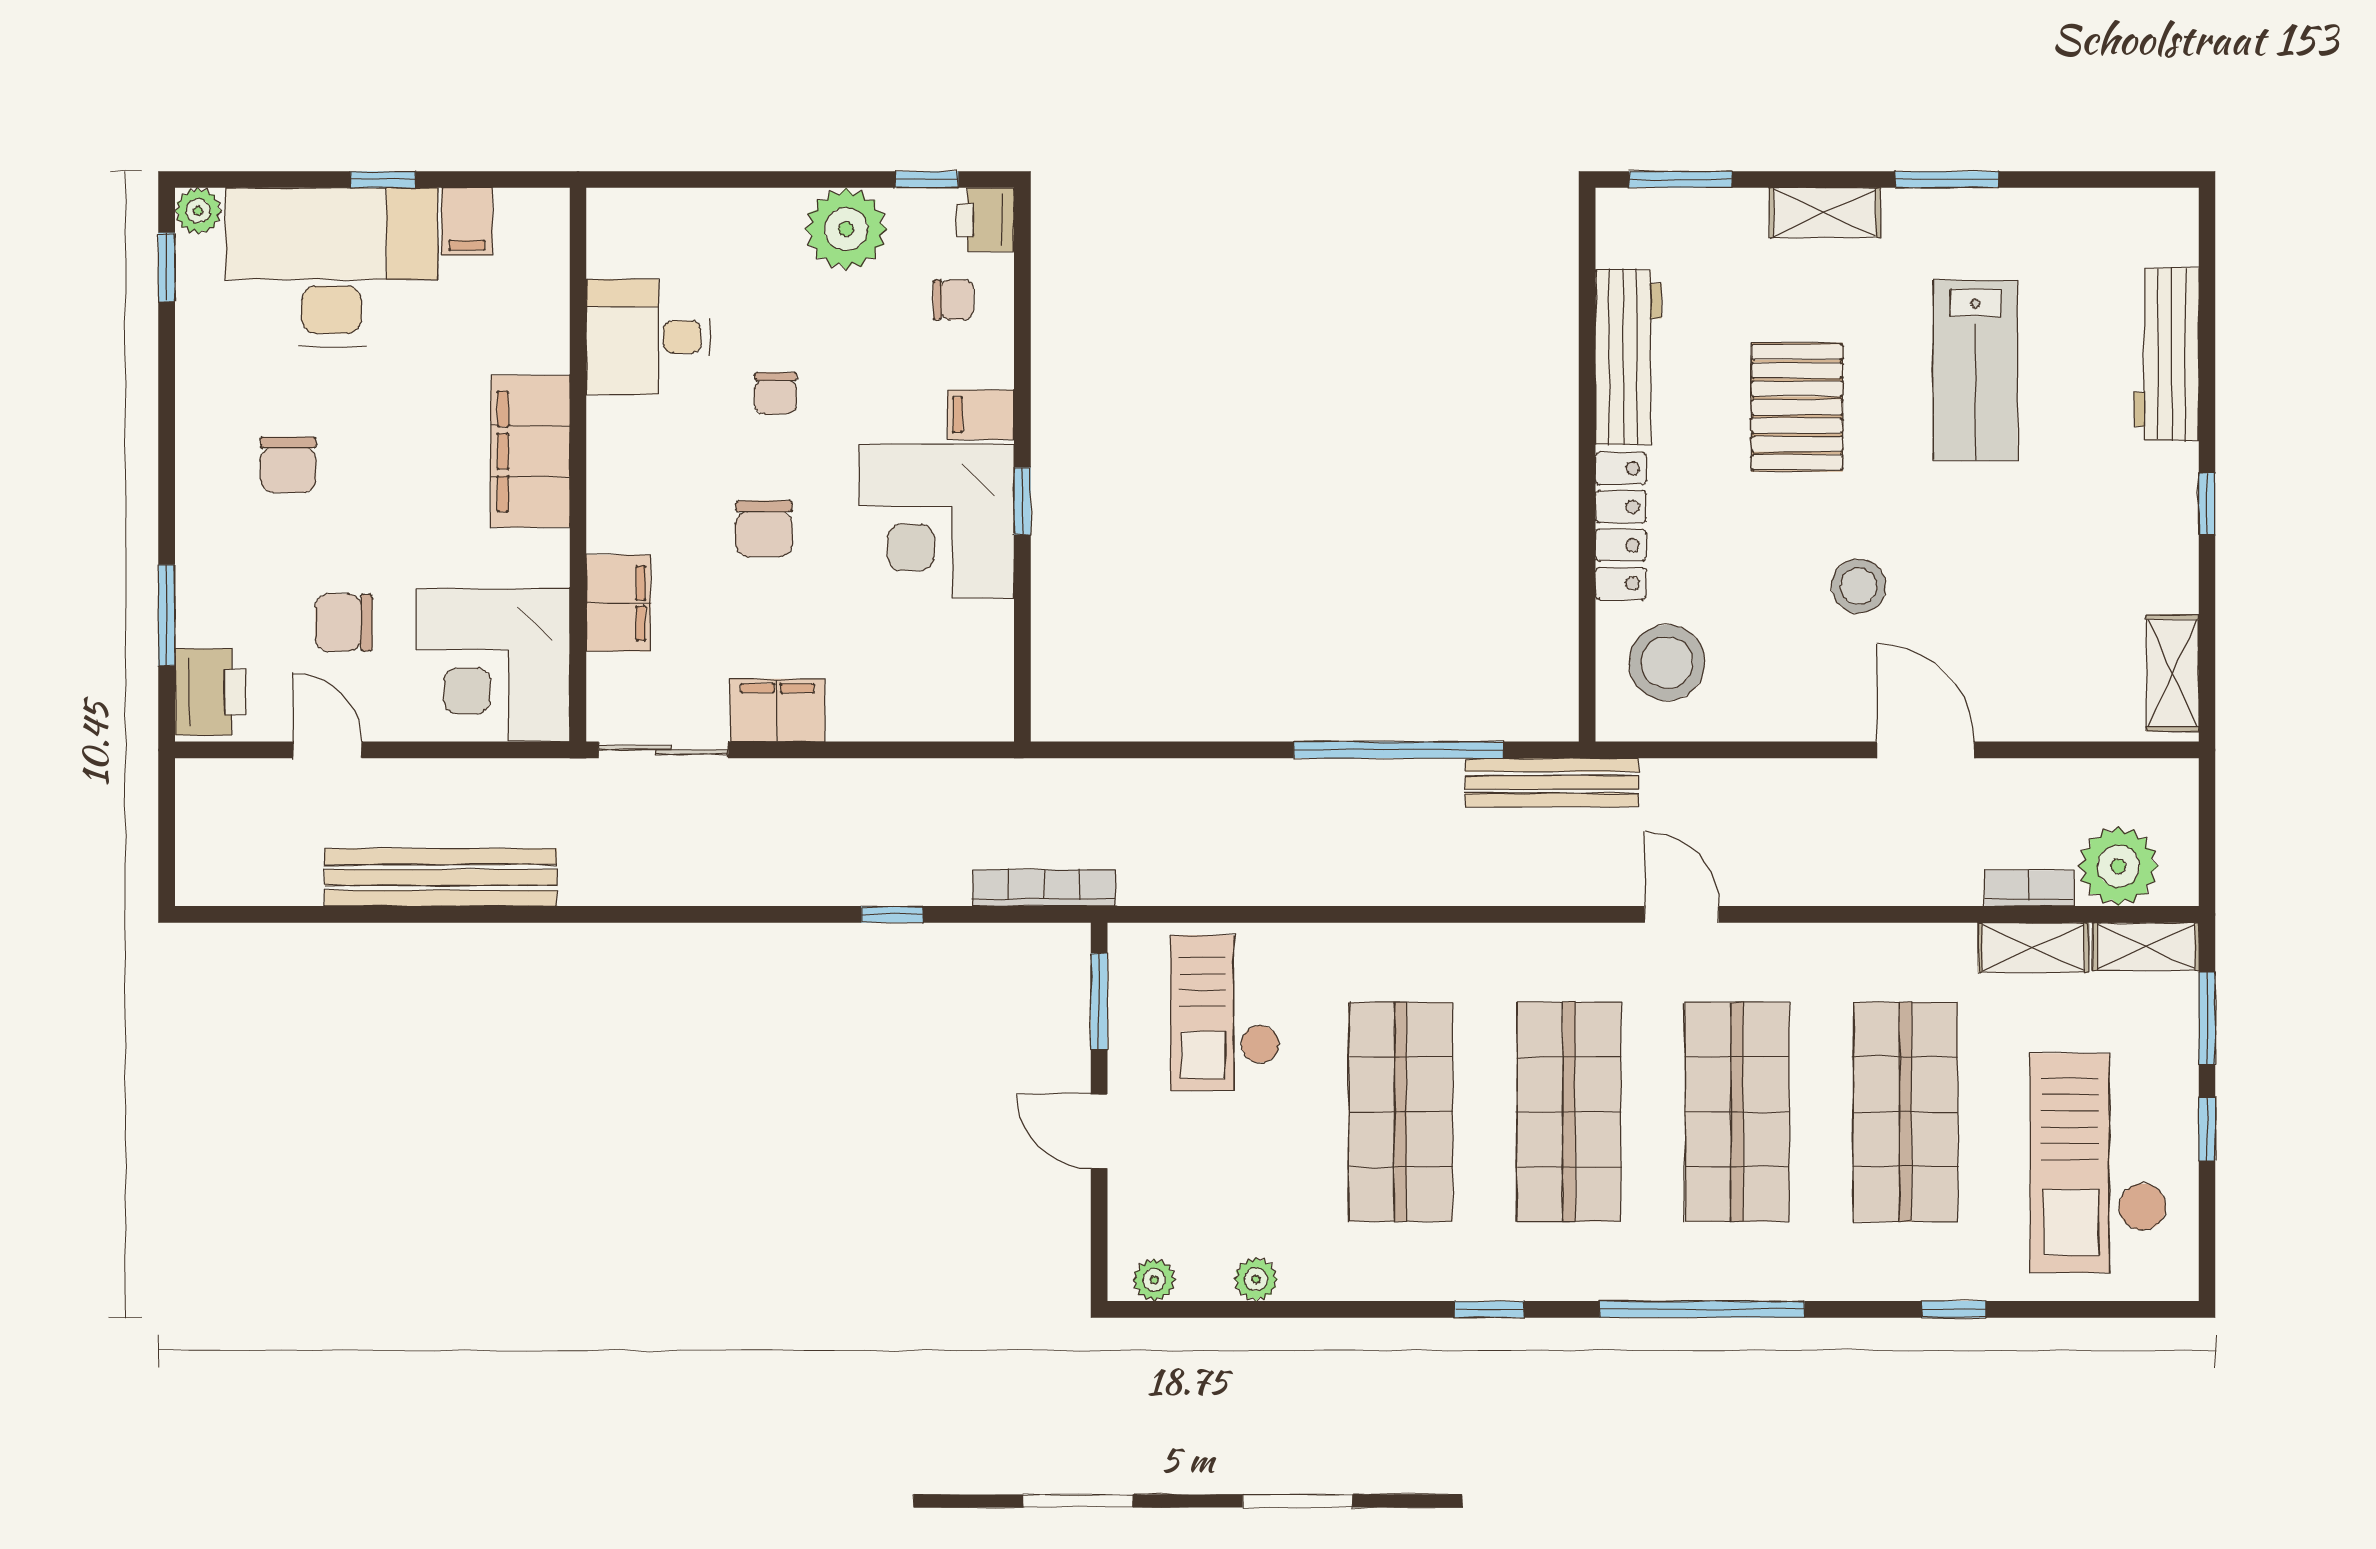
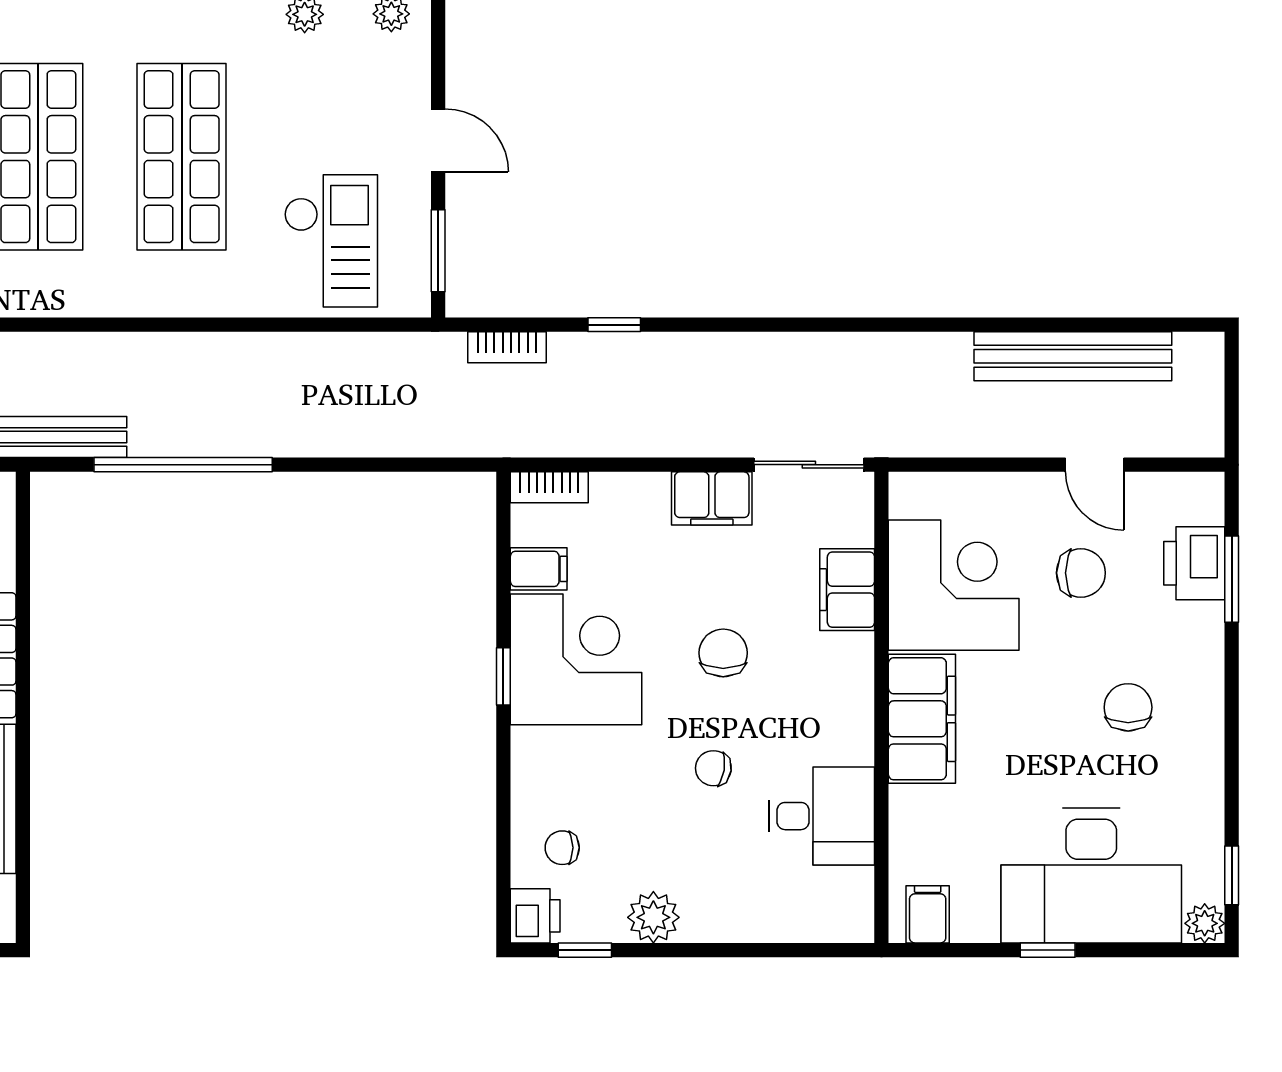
filing cabinet: (467, 221) -> (928, 914), moved
plant: (846, 229) -> (653, 917), width x0.73, depth x0.73
chair: (776, 393) -> (713, 768), turned -81
filing cabinet: (981, 415) -> (539, 569), moved
corner desk: (493, 665) -> (954, 585), moved
printer: (210, 692) -> (1194, 563), moved
bookcase: (968, 723) -> (549, 487), added
bench: (441, 877) -> (1073, 356), moved
bookcase: (1044, 888) -> (507, 347), width x0.64

